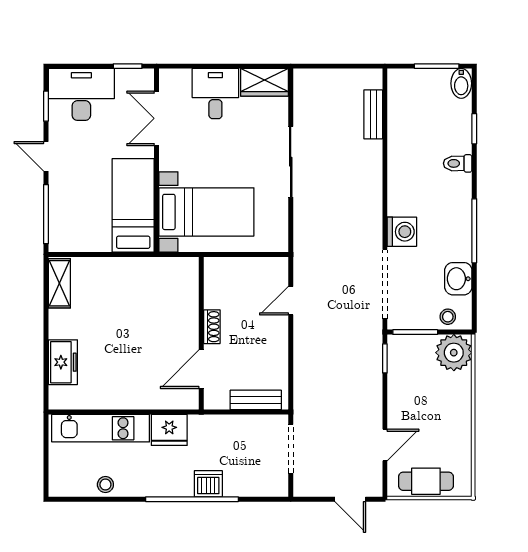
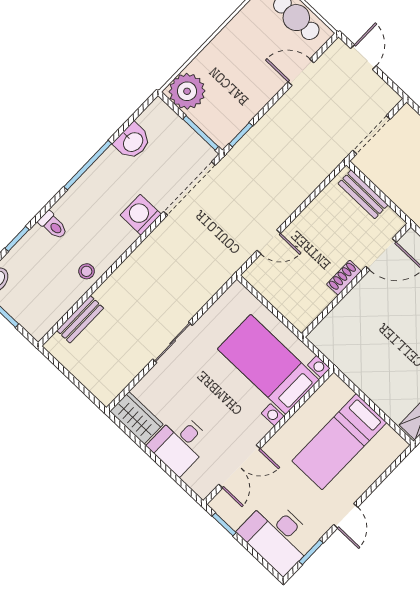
sliding door: (291, 162) -> (173, 342), width x0.73
bed: (133, 205) -> (339, 442), moved
window: (46, 214) -> (386, 474), removed
stool: (448, 317) -> (87, 271), moved

